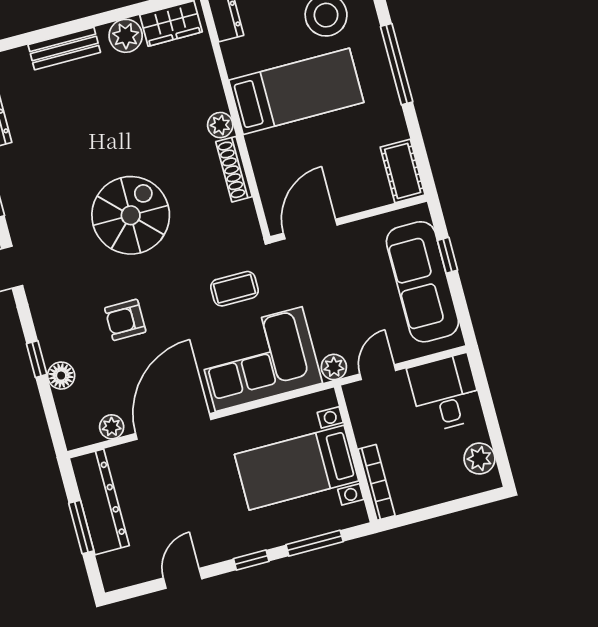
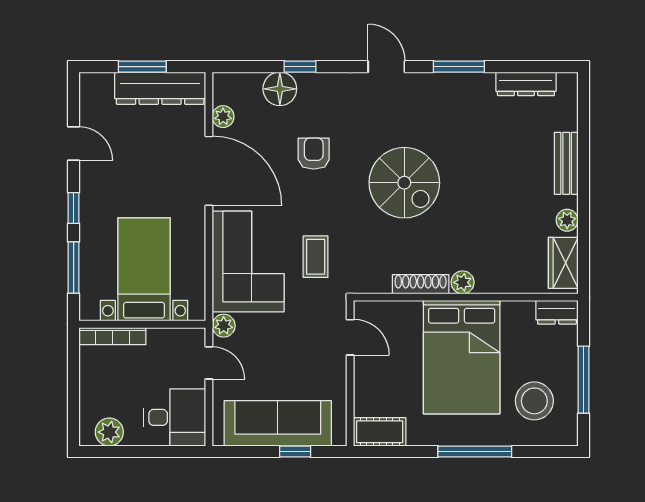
plant: (126, 36) -> (567, 220), width x0.73, depth x0.73
bed: (296, 91) -> (462, 357), width x1.50
door: (310, 229) -> (350, 337), width x0.73
floor lamp: (61, 376) -> (280, 89), width x1.38, depth x1.38

